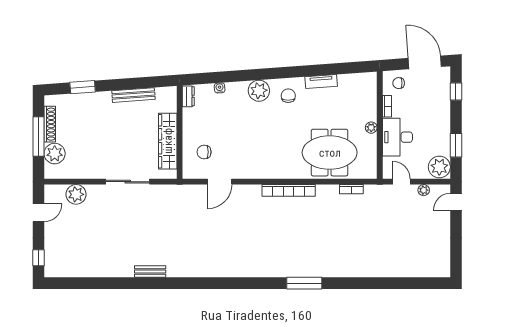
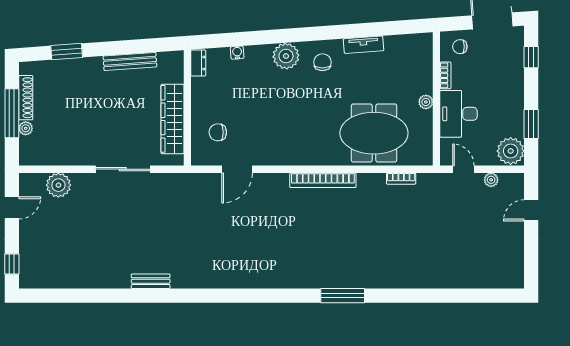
plant: (55, 154) -> (26, 128), width x0.53, depth x0.53
door: (456, 202) -> (531, 210), moved

